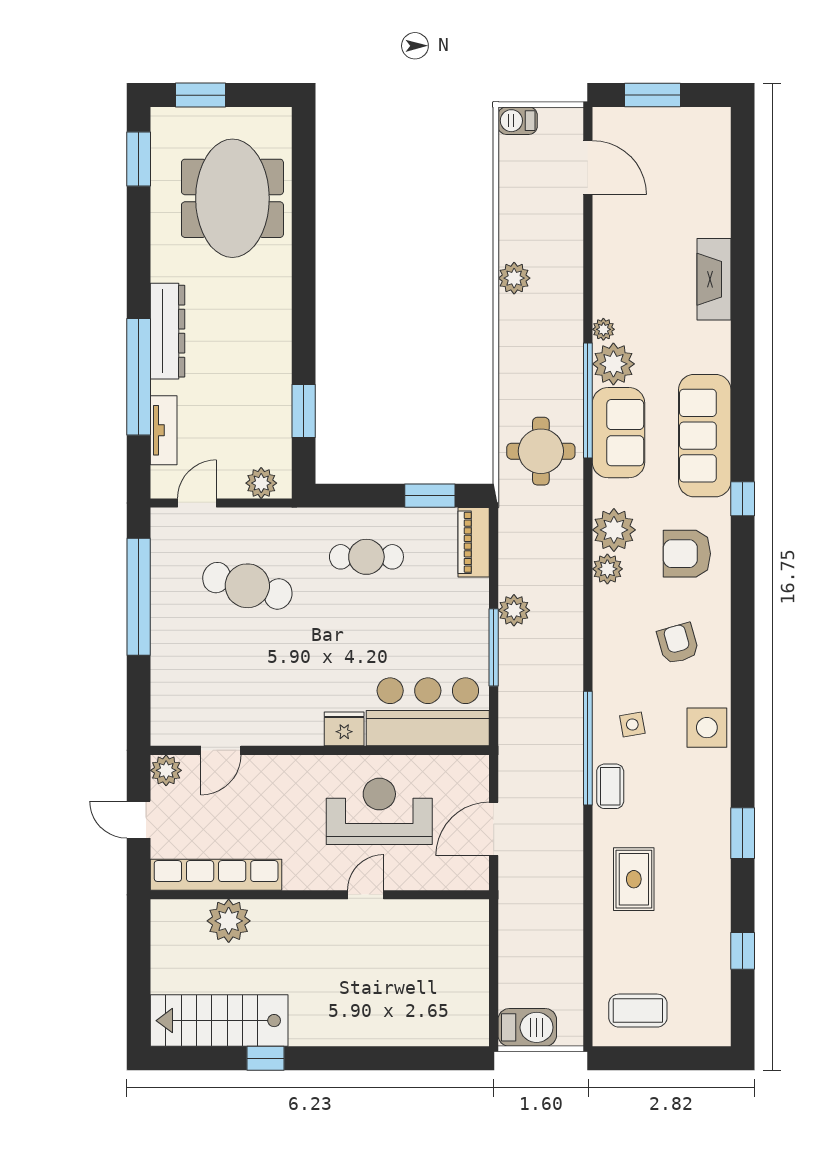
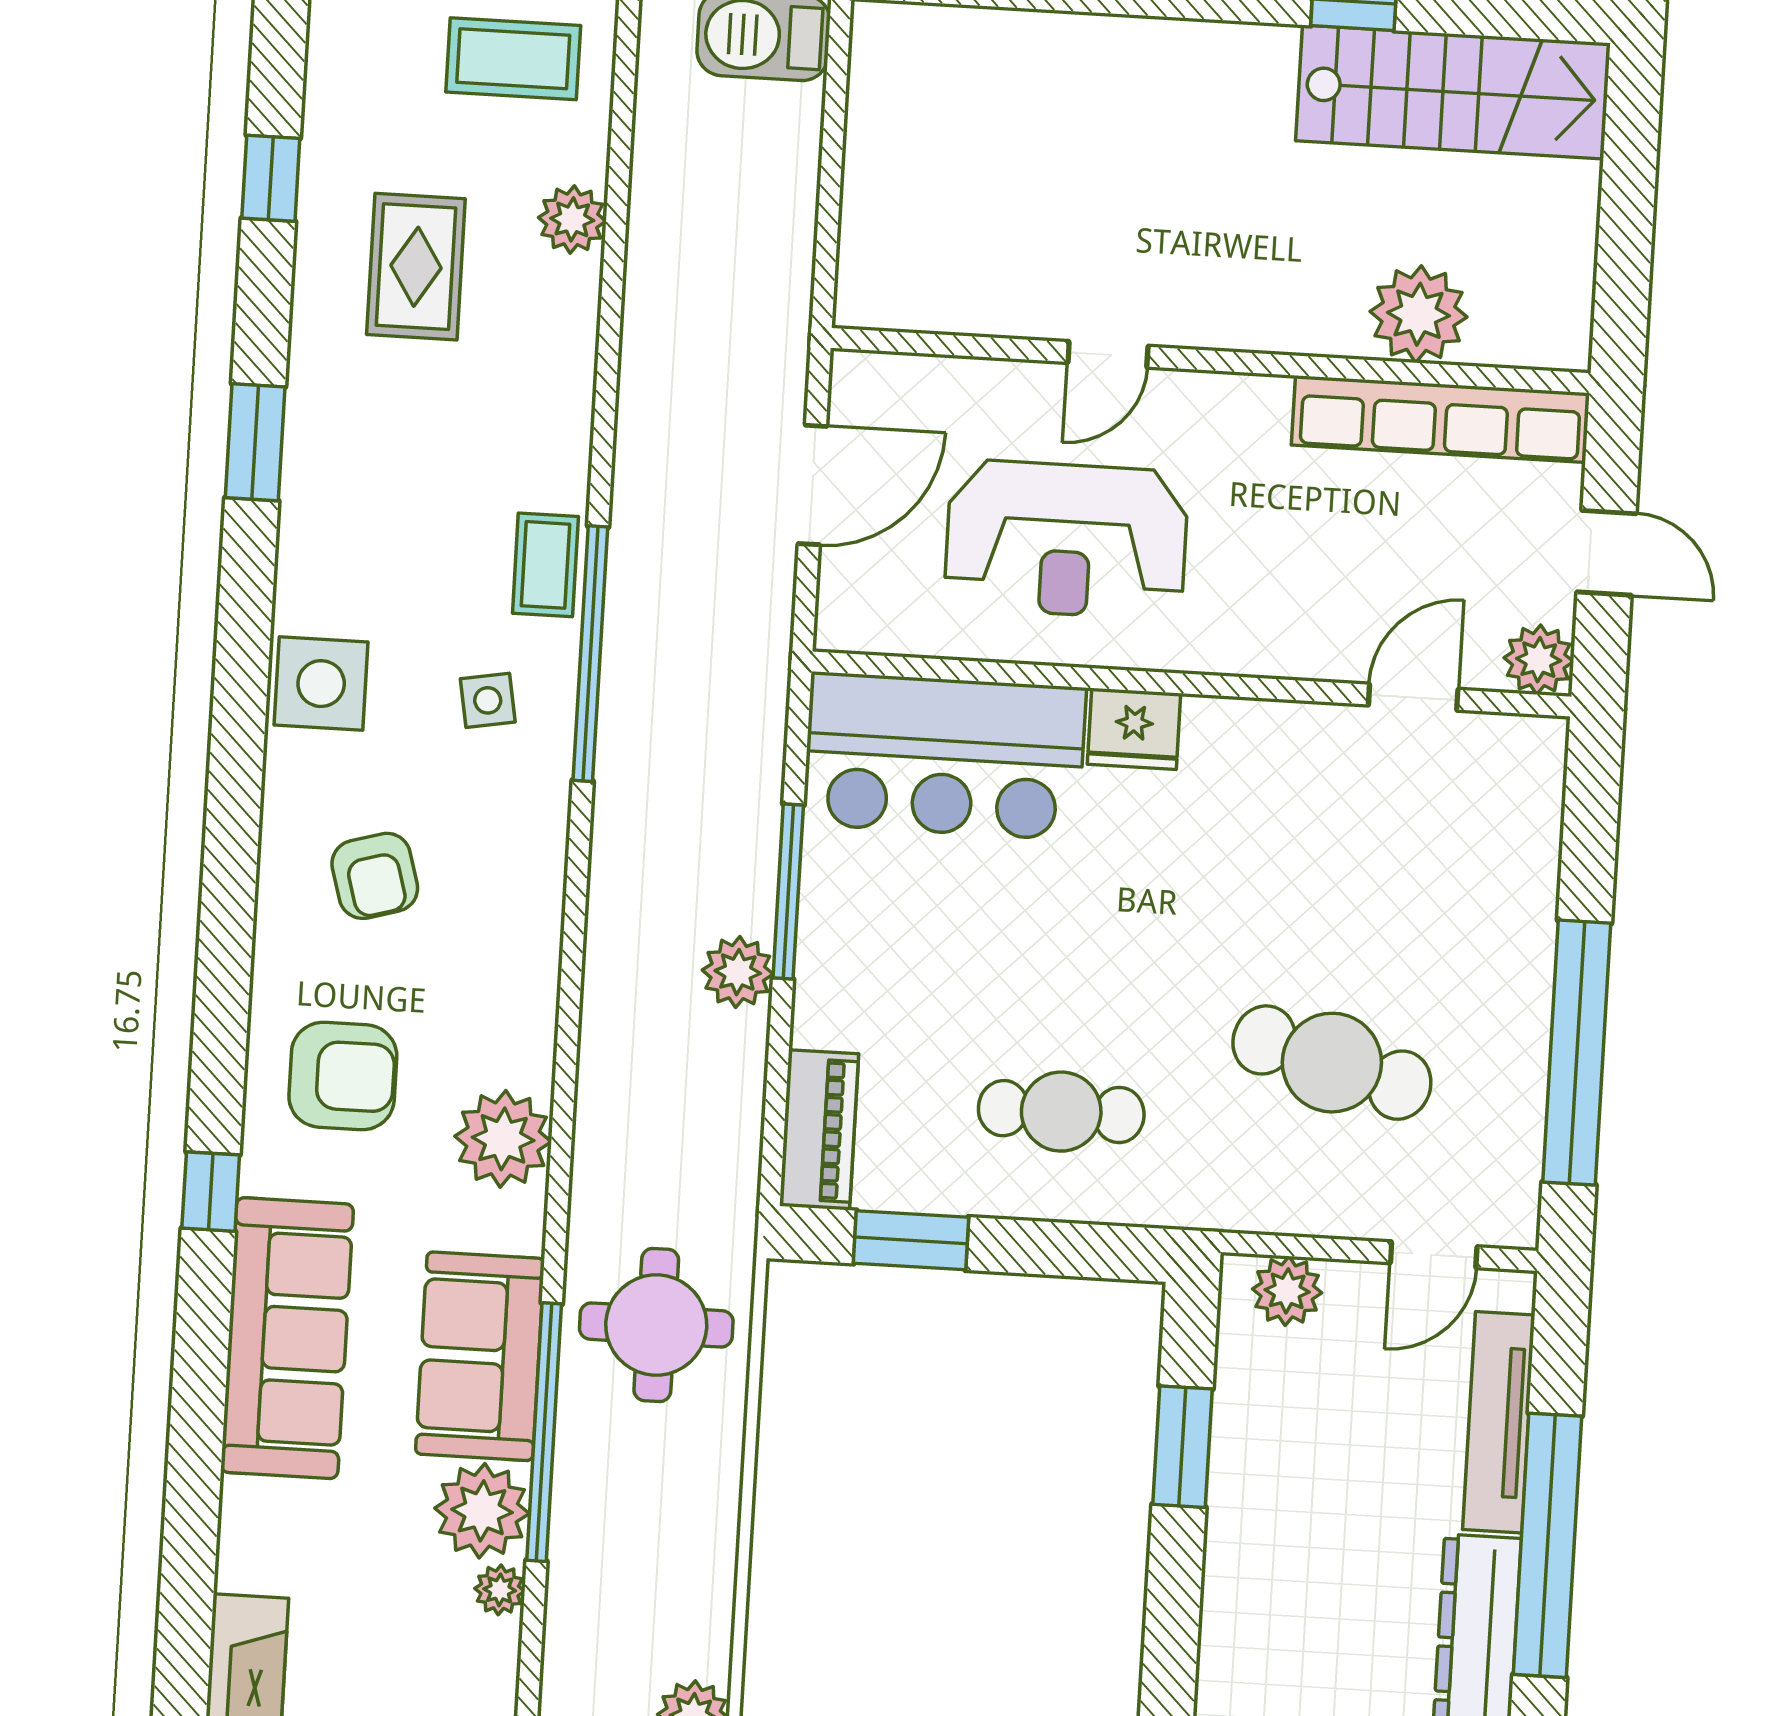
tv unit: (164, 430) -> (1499, 1422), width x1.41
plant: (607, 569) -> (572, 219), moved
rug: (634, 879) -> (416, 267), moved

